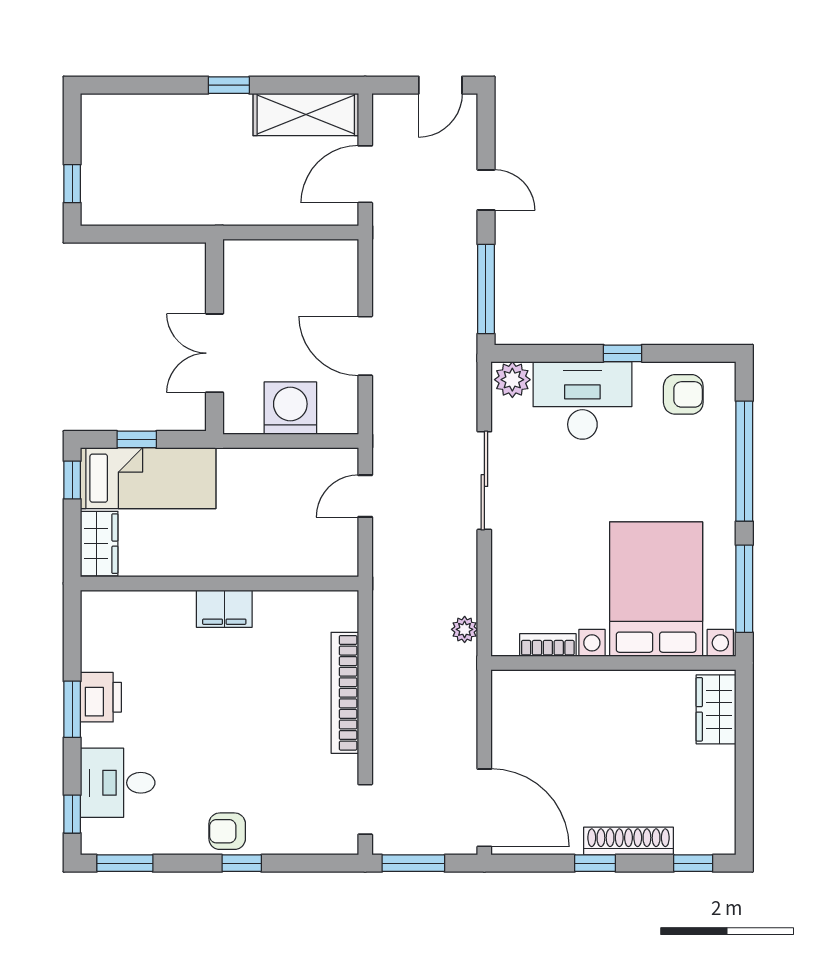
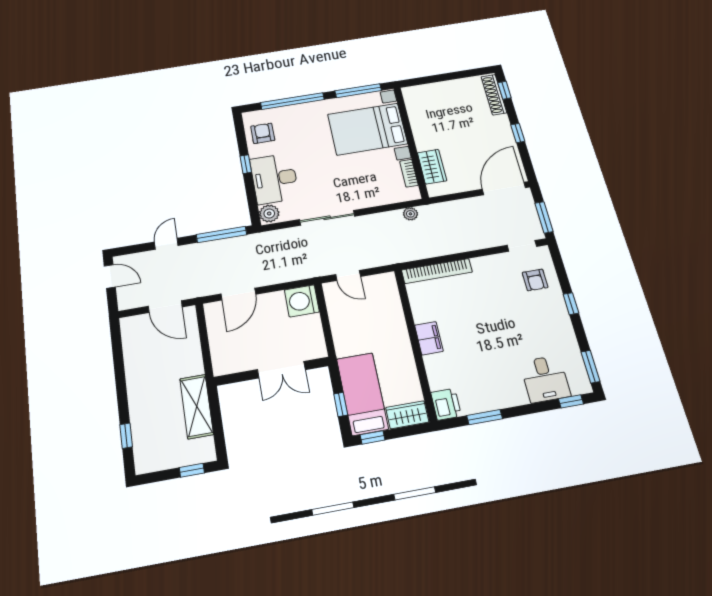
window: (229, 85) -> (126, 436), moved
shelving: (306, 115) -> (197, 406), moved
door: (365, 346) -> (238, 294), moved
washing machine: (290, 408) -> (302, 301), moved
bookcase: (345, 693) -> (437, 271), moved
printer: (101, 697) -> (446, 404), moved, turned 90
window: (72, 709) -> (485, 417), moved
wardrobe: (716, 709) -> (432, 167), moved, turned -90
armchair: (227, 831) -> (535, 280), moved
shoe rack: (628, 841) -> (494, 95), moved

